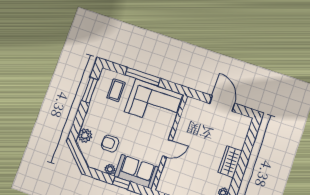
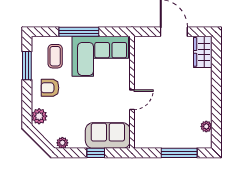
armchair: (110, 144) -> (50, 88), moved
wardrobe: (230, 162) -> (203, 52), moved
plant: (110, 169) -> (62, 143), moved

